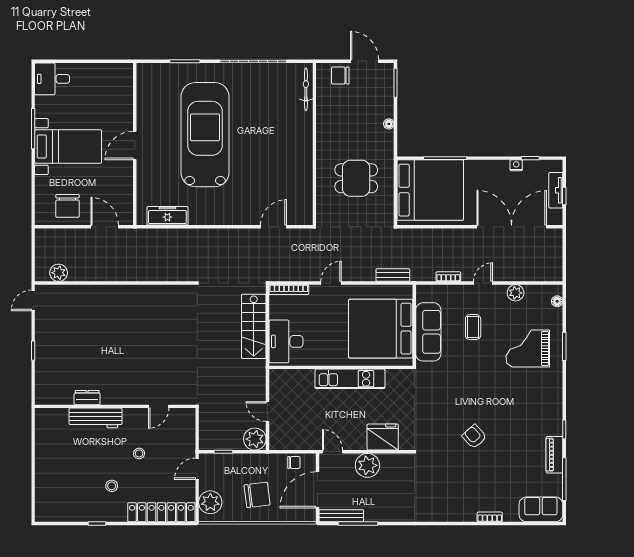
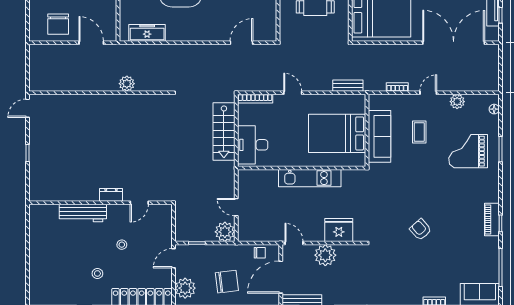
plant: (59, 273) -> (127, 84), moved
door: (331, 283) -> (293, 93), hinge flipped
bed: (381, 329) -> (337, 133), width x0.73
dresser: (87, 398) -> (111, 195), moved
piano: (554, 455) -> (492, 220), moved

